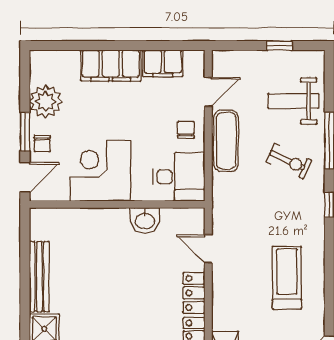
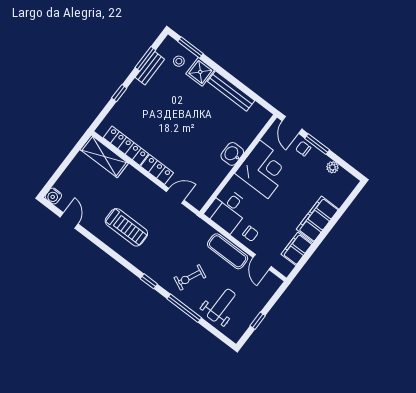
plant: (46, 101) -> (332, 167), width x0.53, depth x0.53
washbasin: (145, 220) -> (232, 154), moved

